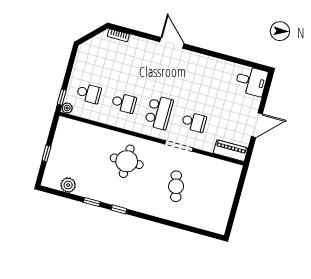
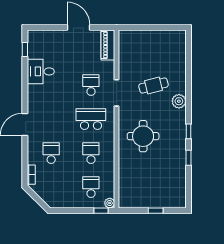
school desk: (135, 62) -> (51, 153), added
window: (249, 64) -> (25, 49), added
desk: (251, 81) -> (41, 71), moved, turned -90
plant: (68, 185) -> (179, 101), moved

